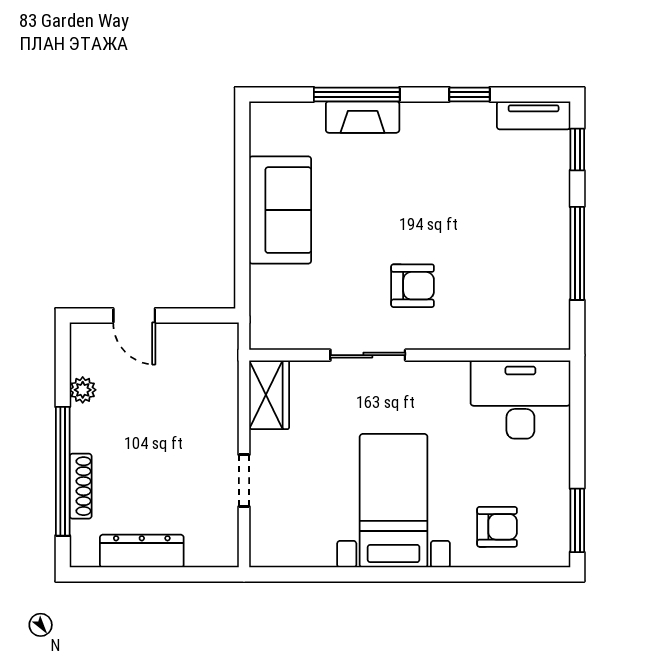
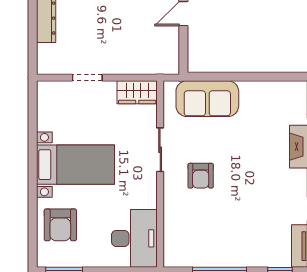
sofa: (280, 210) -> (207, 99), moved
armchair: (497, 527) -> (60, 225), width x1.38, depth x1.38

